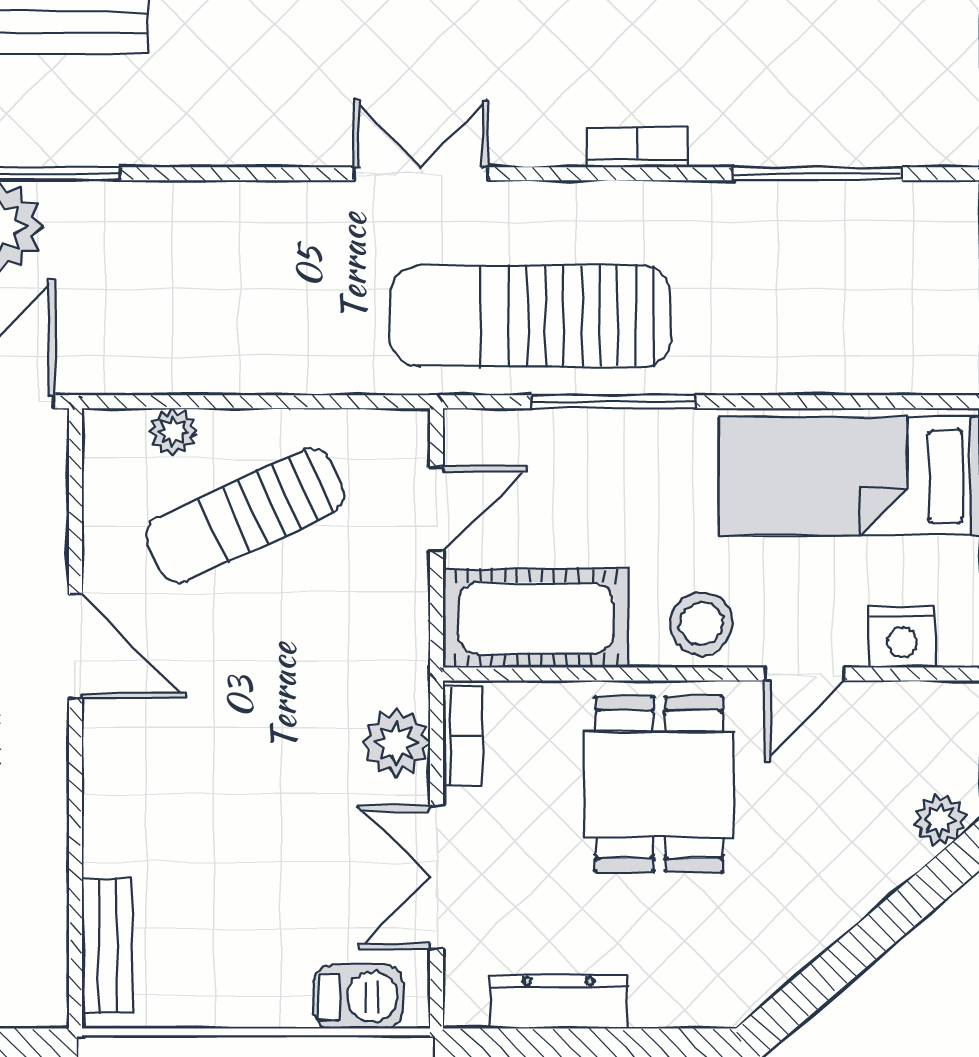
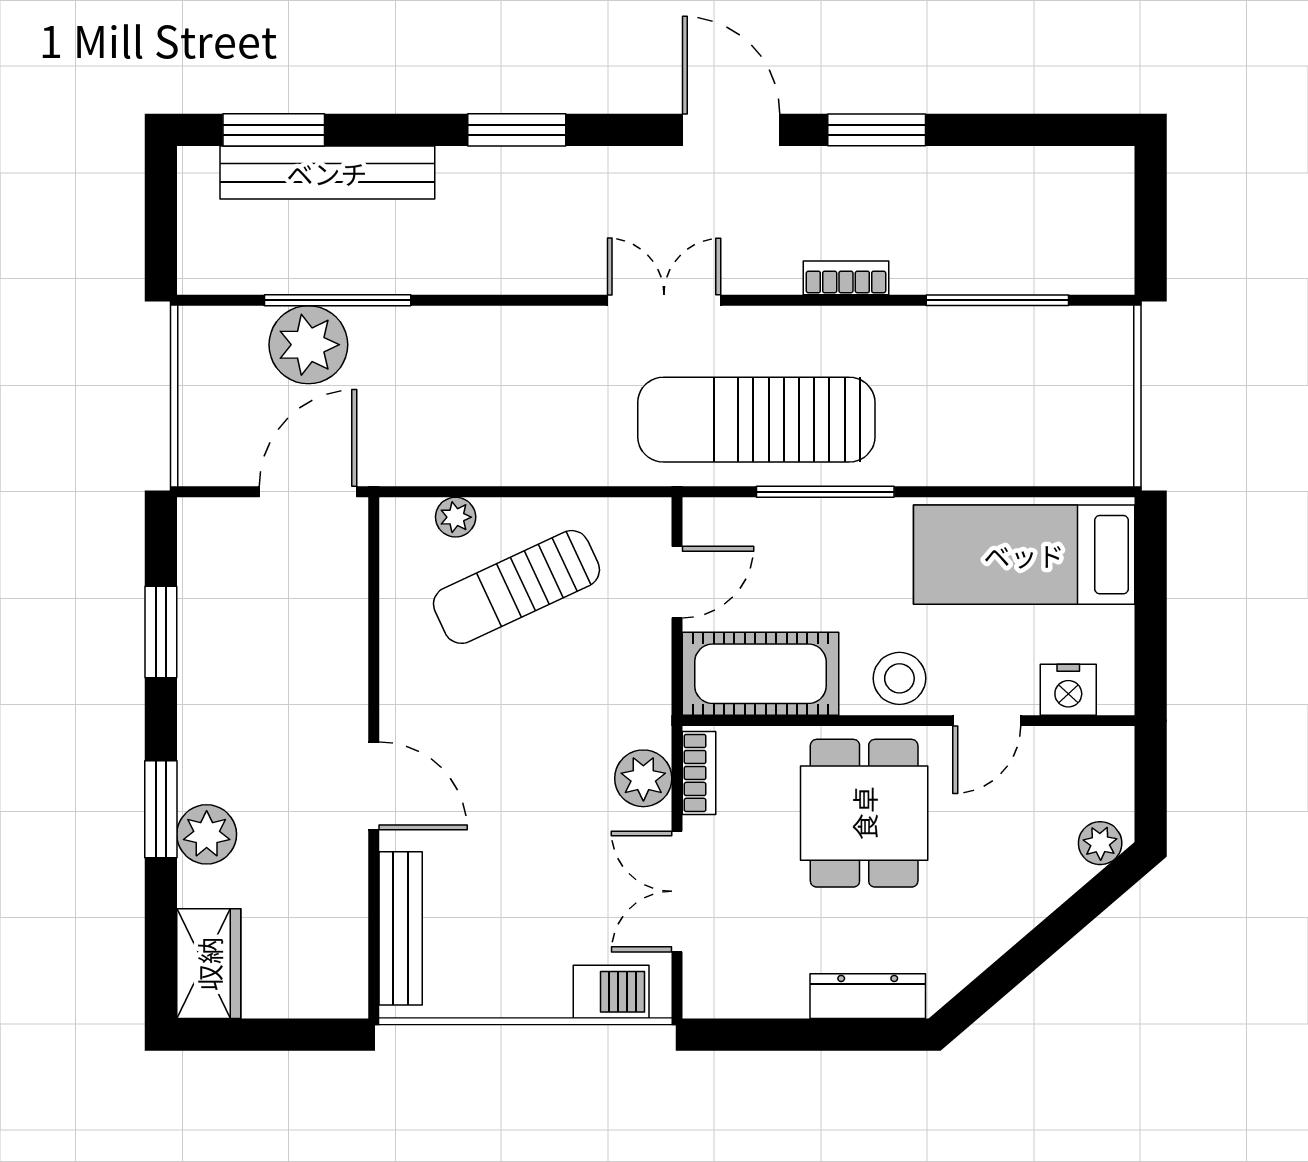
door: (75, 646) -> (374, 786), moved
bench: (107, 946) -> (401, 928), width x1.36
dresser: (559, 1002) -> (868, 996), moved

